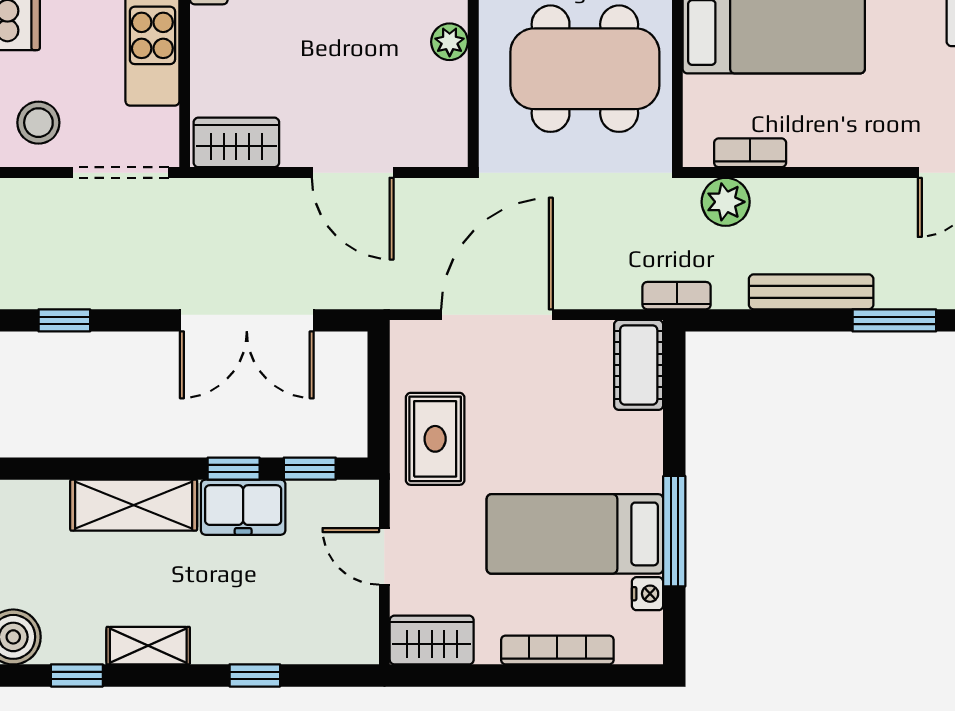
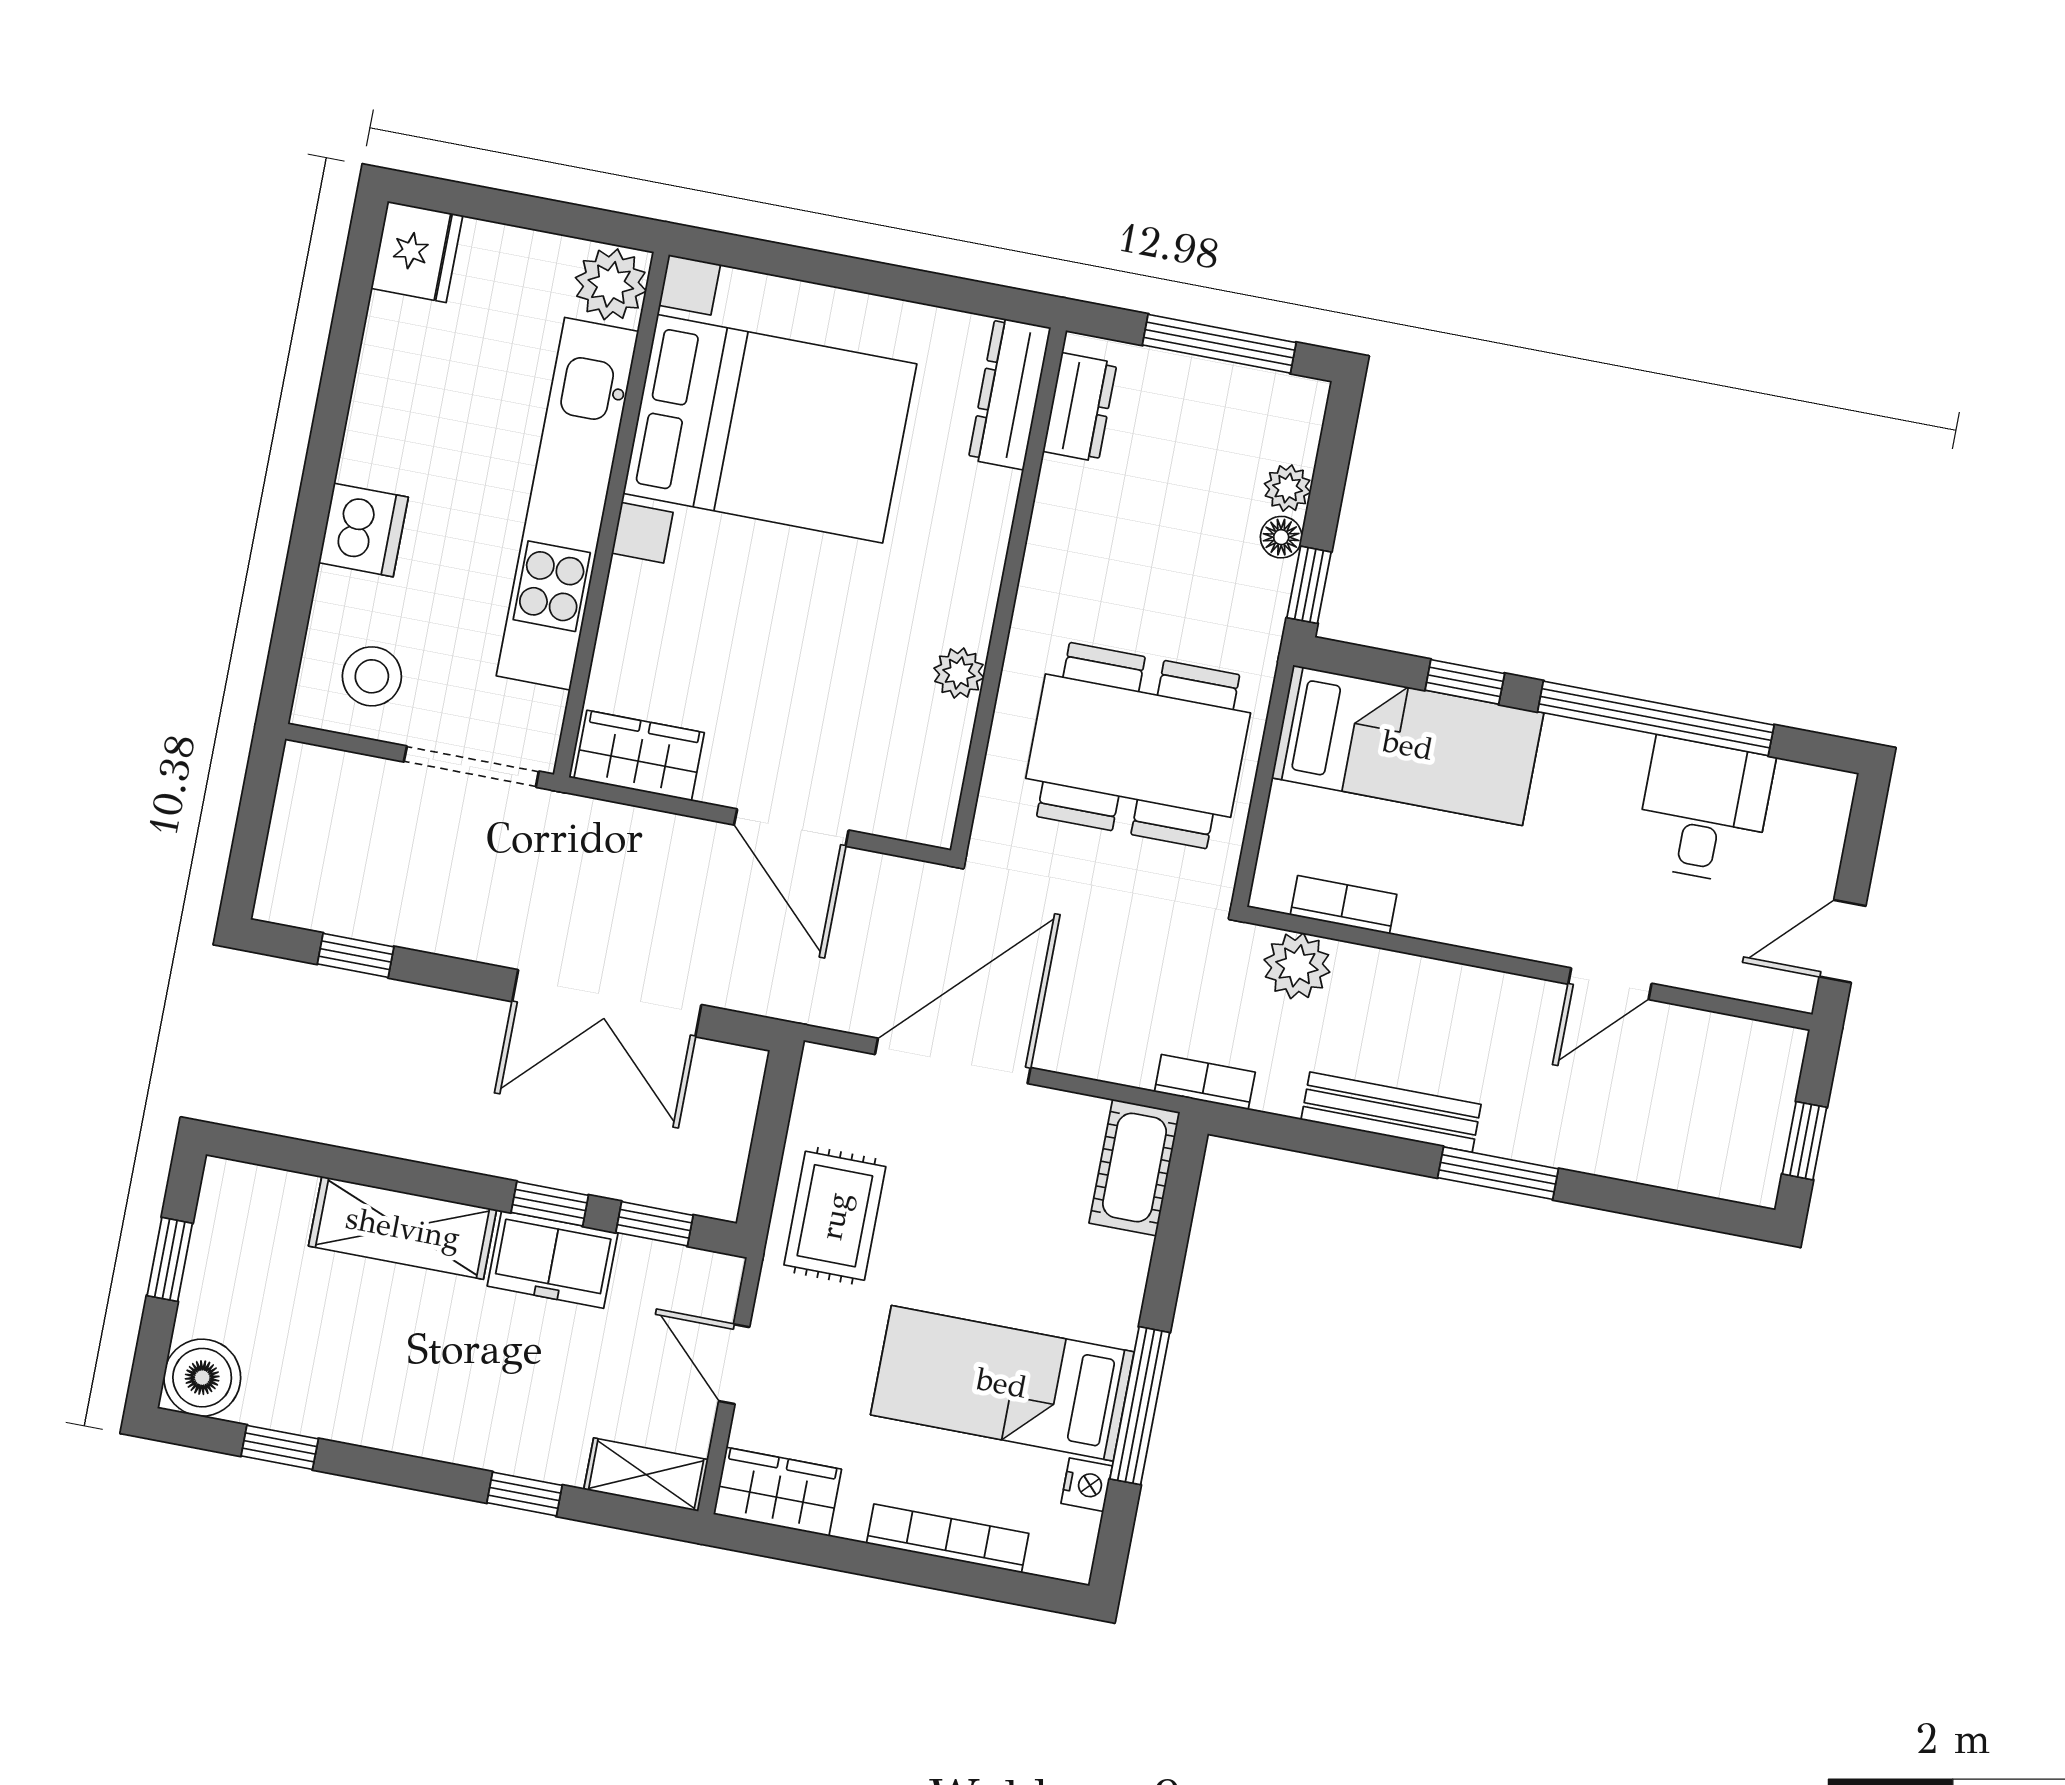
shelving: (148, 646) -> (646, 1475), moved

